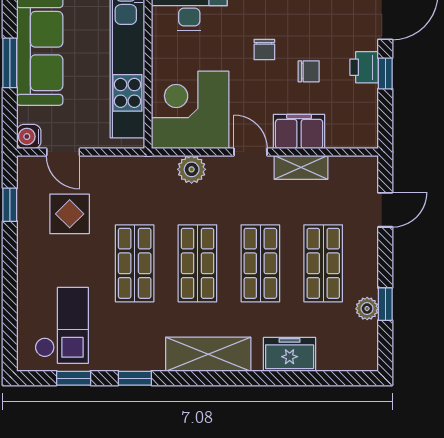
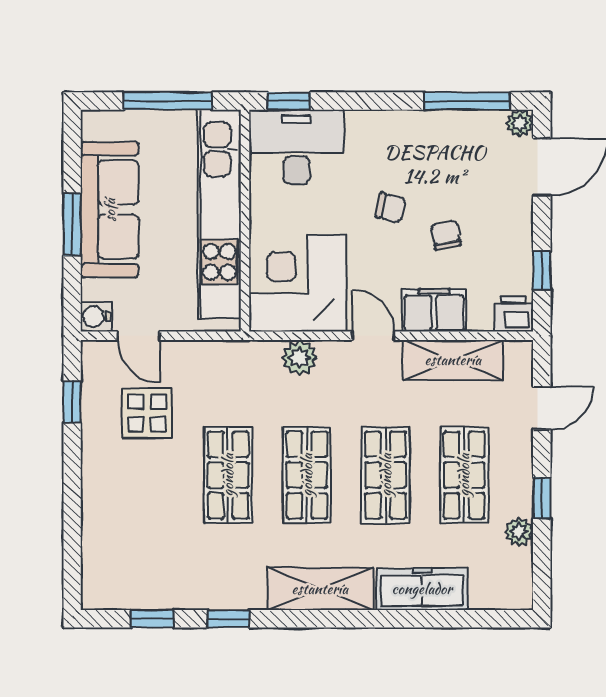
chair: (264, 49) -> (391, 208), turned -77
printer: (364, 67) -> (514, 314), moved, turned 90
chair: (309, 71) -> (446, 235), turned -100
window: (385, 73) -> (542, 270), moved
shelving: (301, 167) -> (453, 360), width x1.50, depth x1.33
window: (385, 304) -> (542, 498), moved
checkout: (62, 325) -> (137, 553), removed
freezer: (290, 354) -> (422, 589), width x1.40

